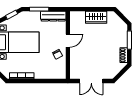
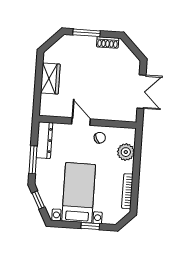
plant: (49, 73) -> (126, 152), added

